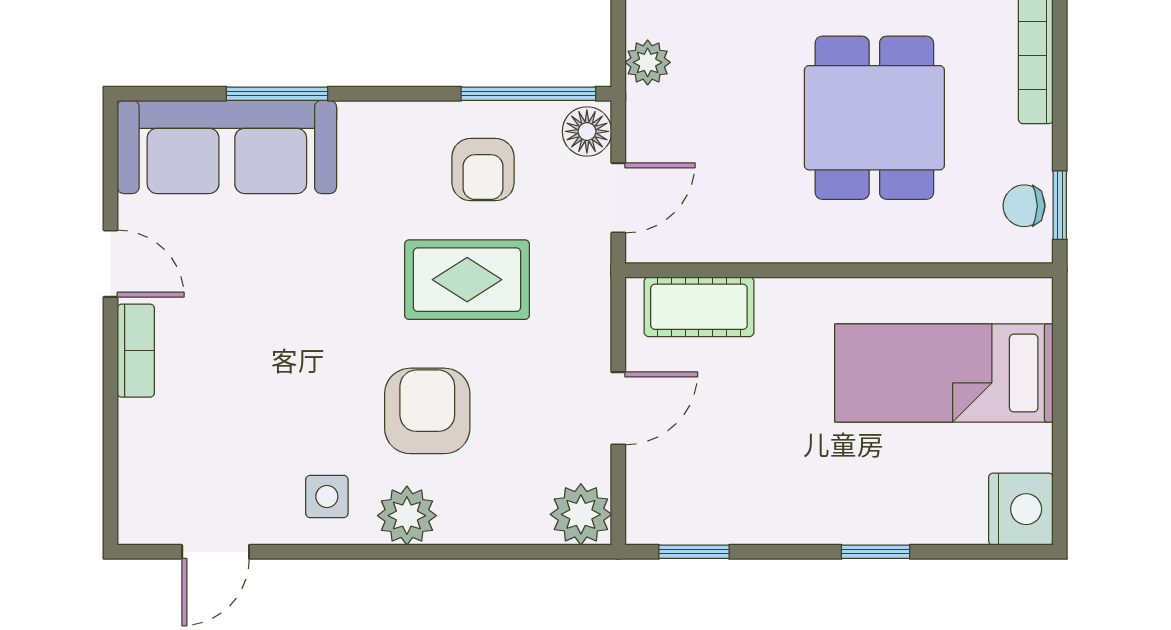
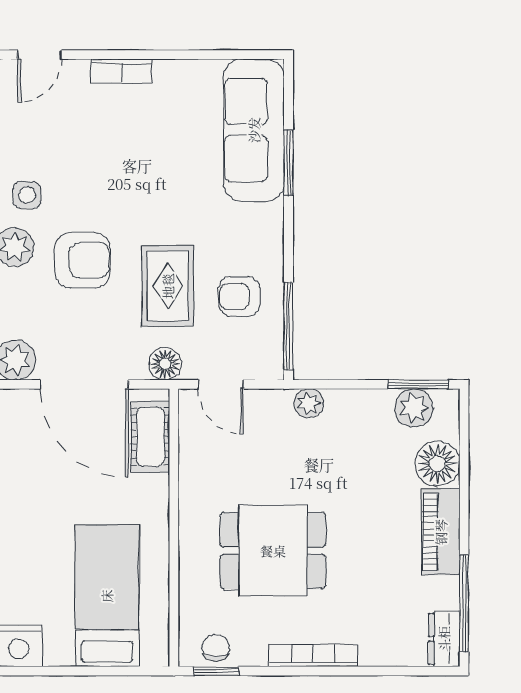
floor lamp: (587, 131) -> (165, 364), moved
door: (111, 264) -> (39, 55), moved
door: (618, 408) -> (84, 384), width x1.88

